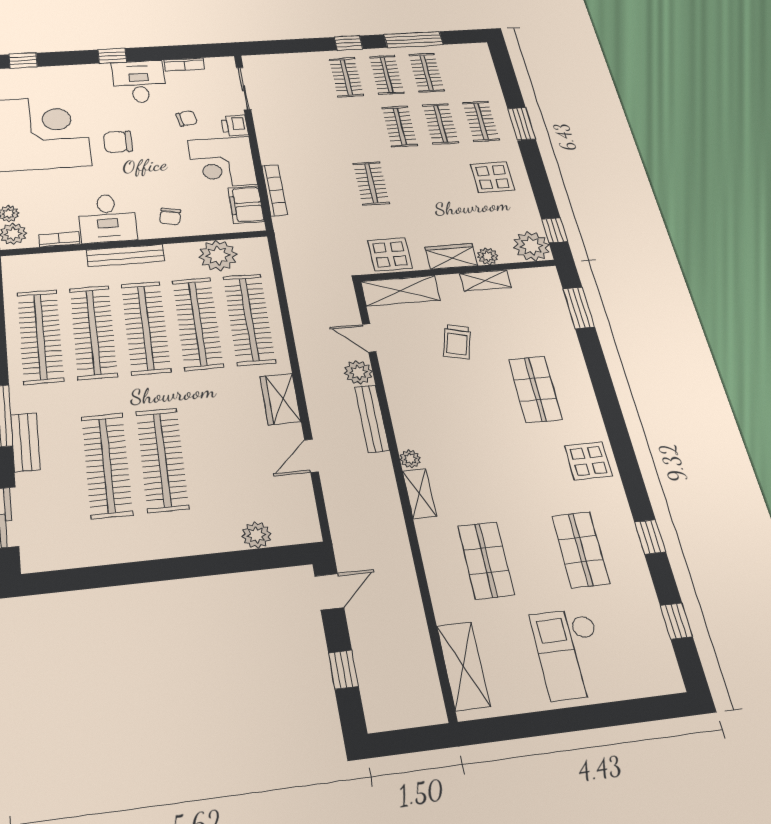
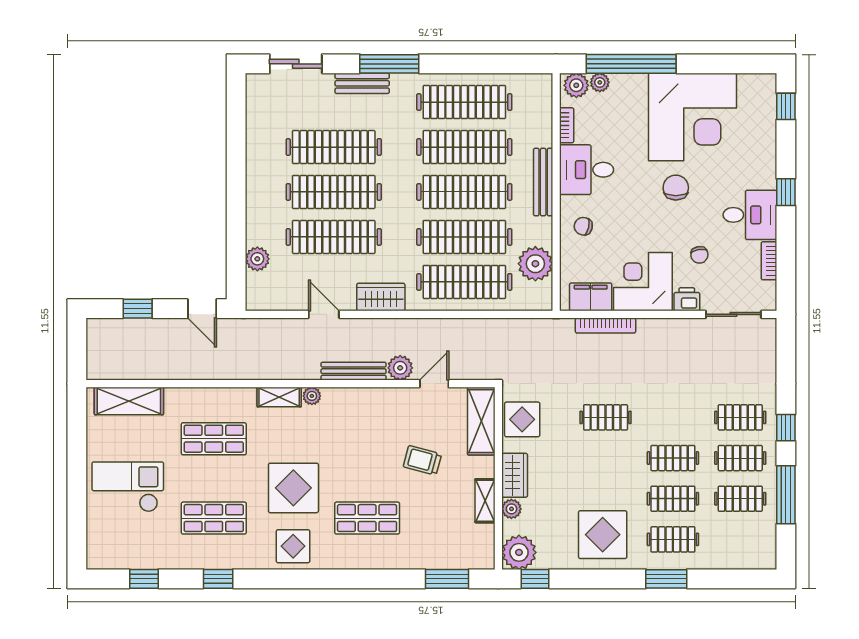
display table: (492, 177) -> (603, 535), width x1.36, depth x1.36
clothes rail: (217, 454) -> (334, 237), added
display table: (522, 467) -> (293, 488), added

